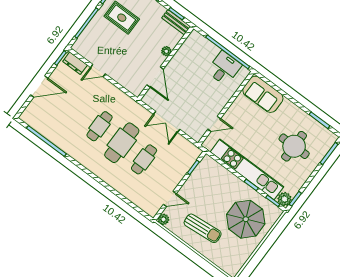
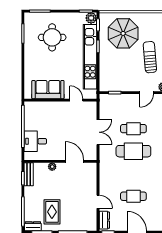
desk: (224, 68) -> (35, 141), moved
door: (155, 77) -> (74, 161), hinge flipped
sofa: (263, 94) -> (48, 90), moved, turned -90
cafe table: (100, 126) -> (133, 196), moved
door: (170, 199) -> (147, 93), swing flipped

